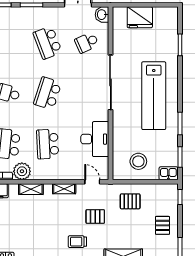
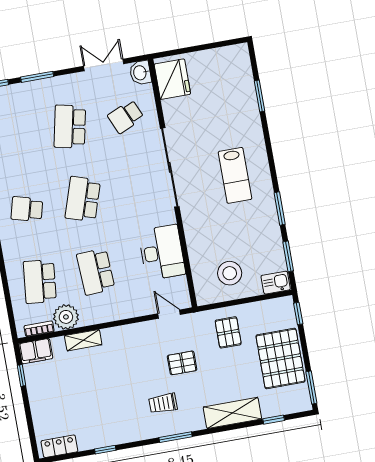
fridge: (140, 17) -> (172, 79), moved, turned -90
school desk: (48, 43) -> (70, 127), turned 33
lab bench: (154, 96) -> (235, 175), width x0.54, depth x0.72
shelving: (64, 189) -> (131, 331), removed
pallet: (130, 201) -> (228, 332), turned 90
pallet: (163, 225) -> (280, 358), width x2.05, depth x2.00

